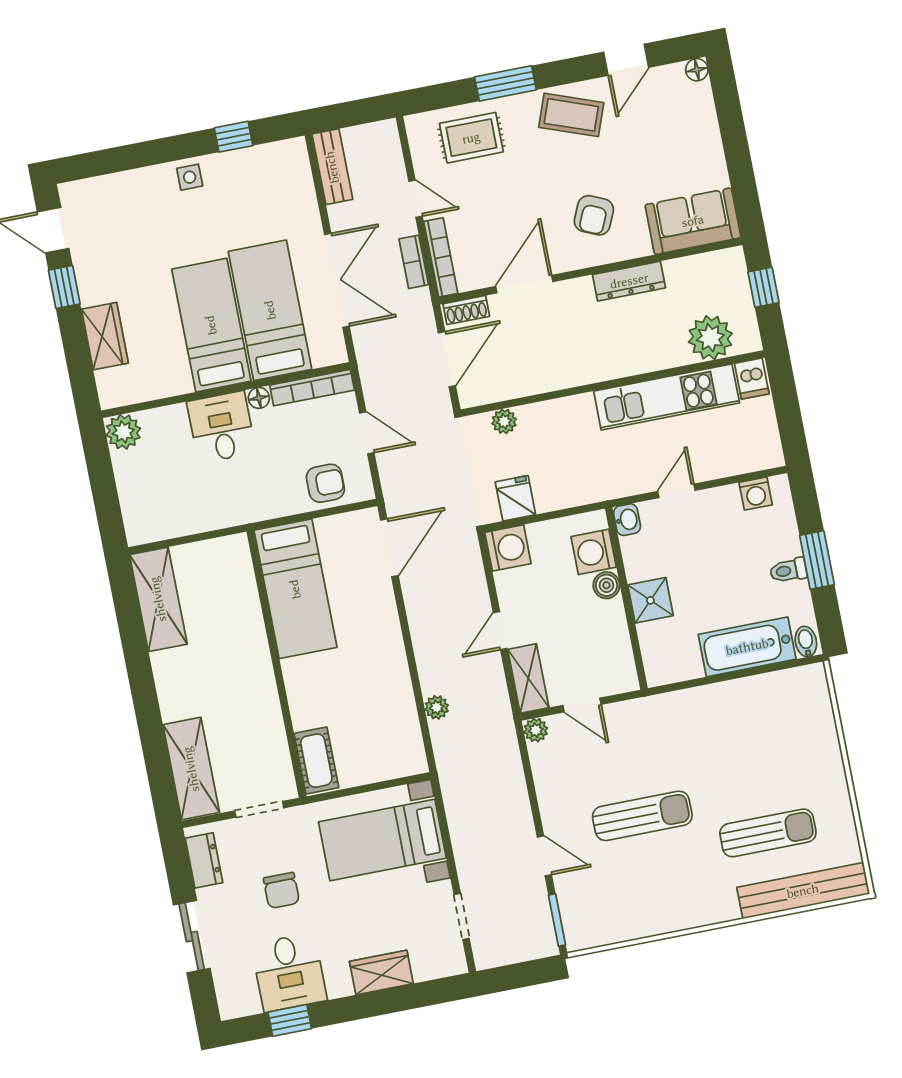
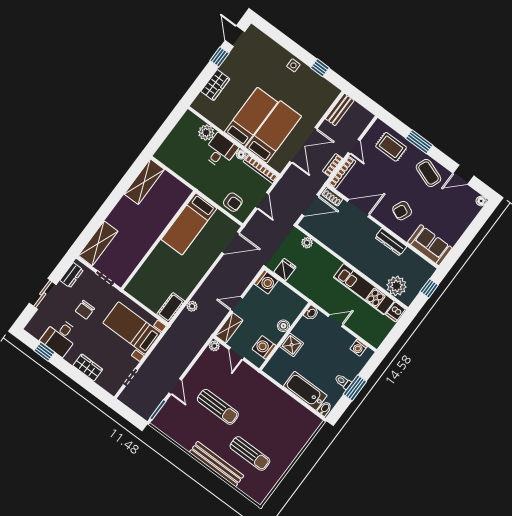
plant: (123, 432) -> (206, 133), moved
washing machine: (594, 552) -> (264, 347), moved
cot: (316, 761) -> (171, 308), moved
bench: (803, 891) -> (217, 464), moved

